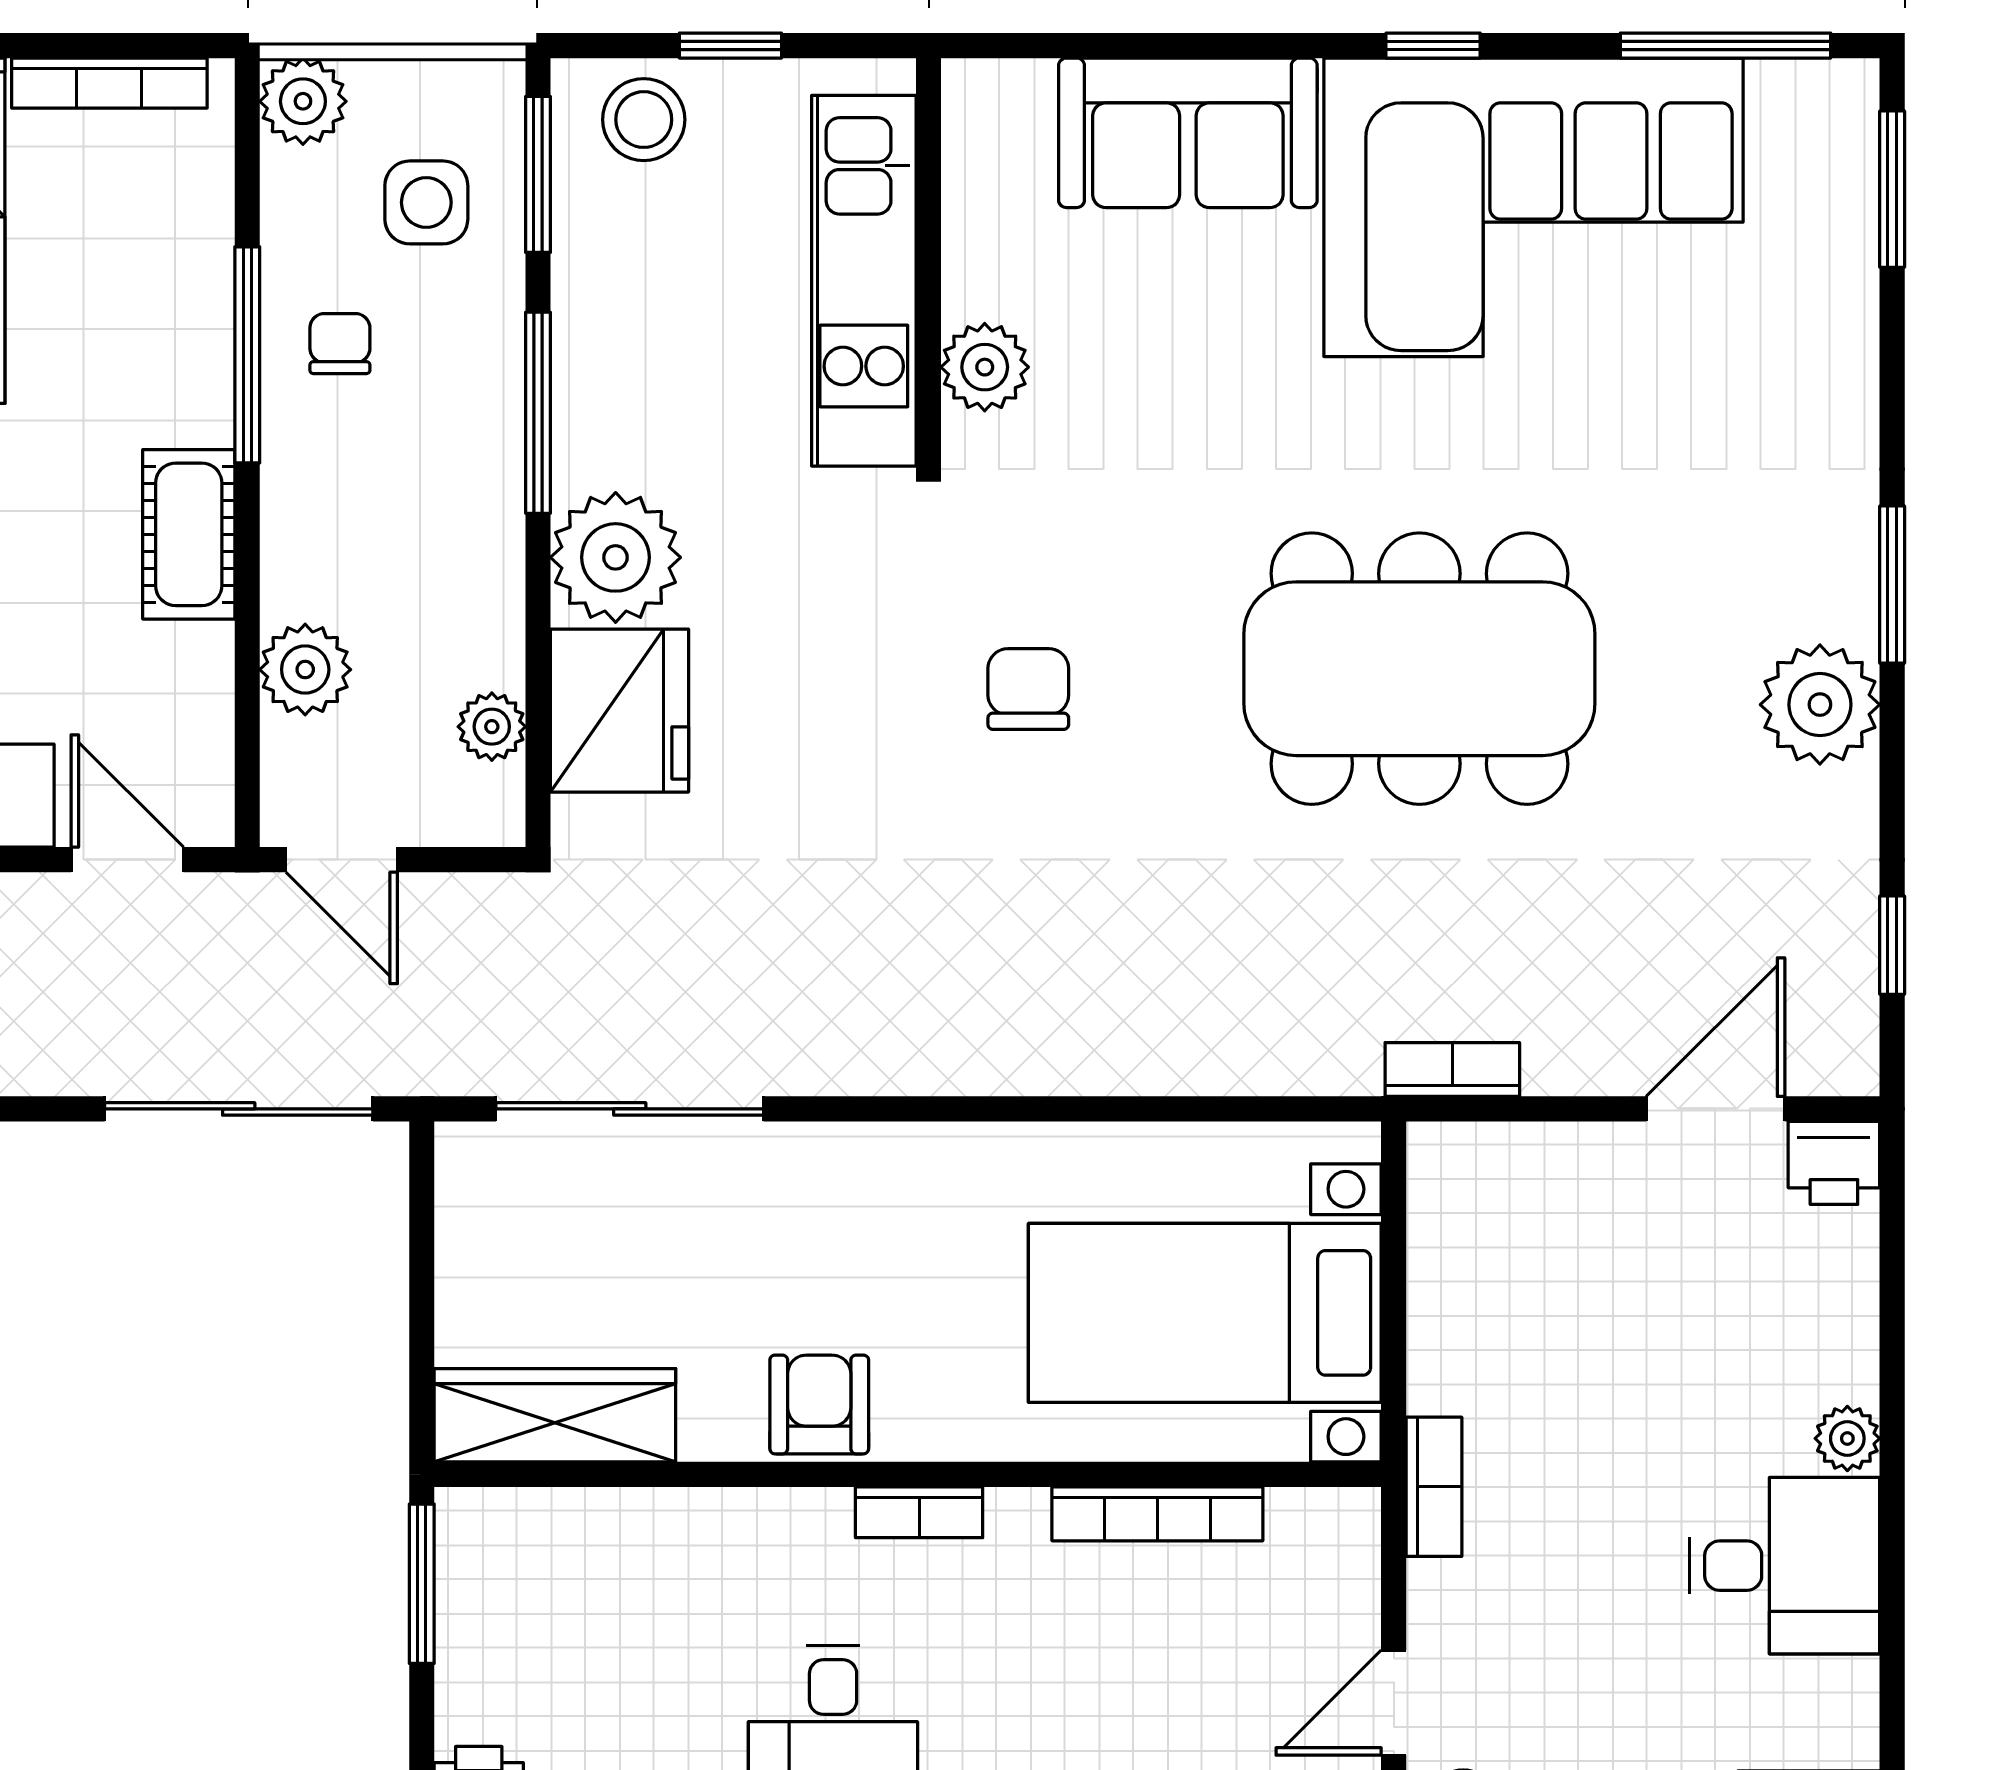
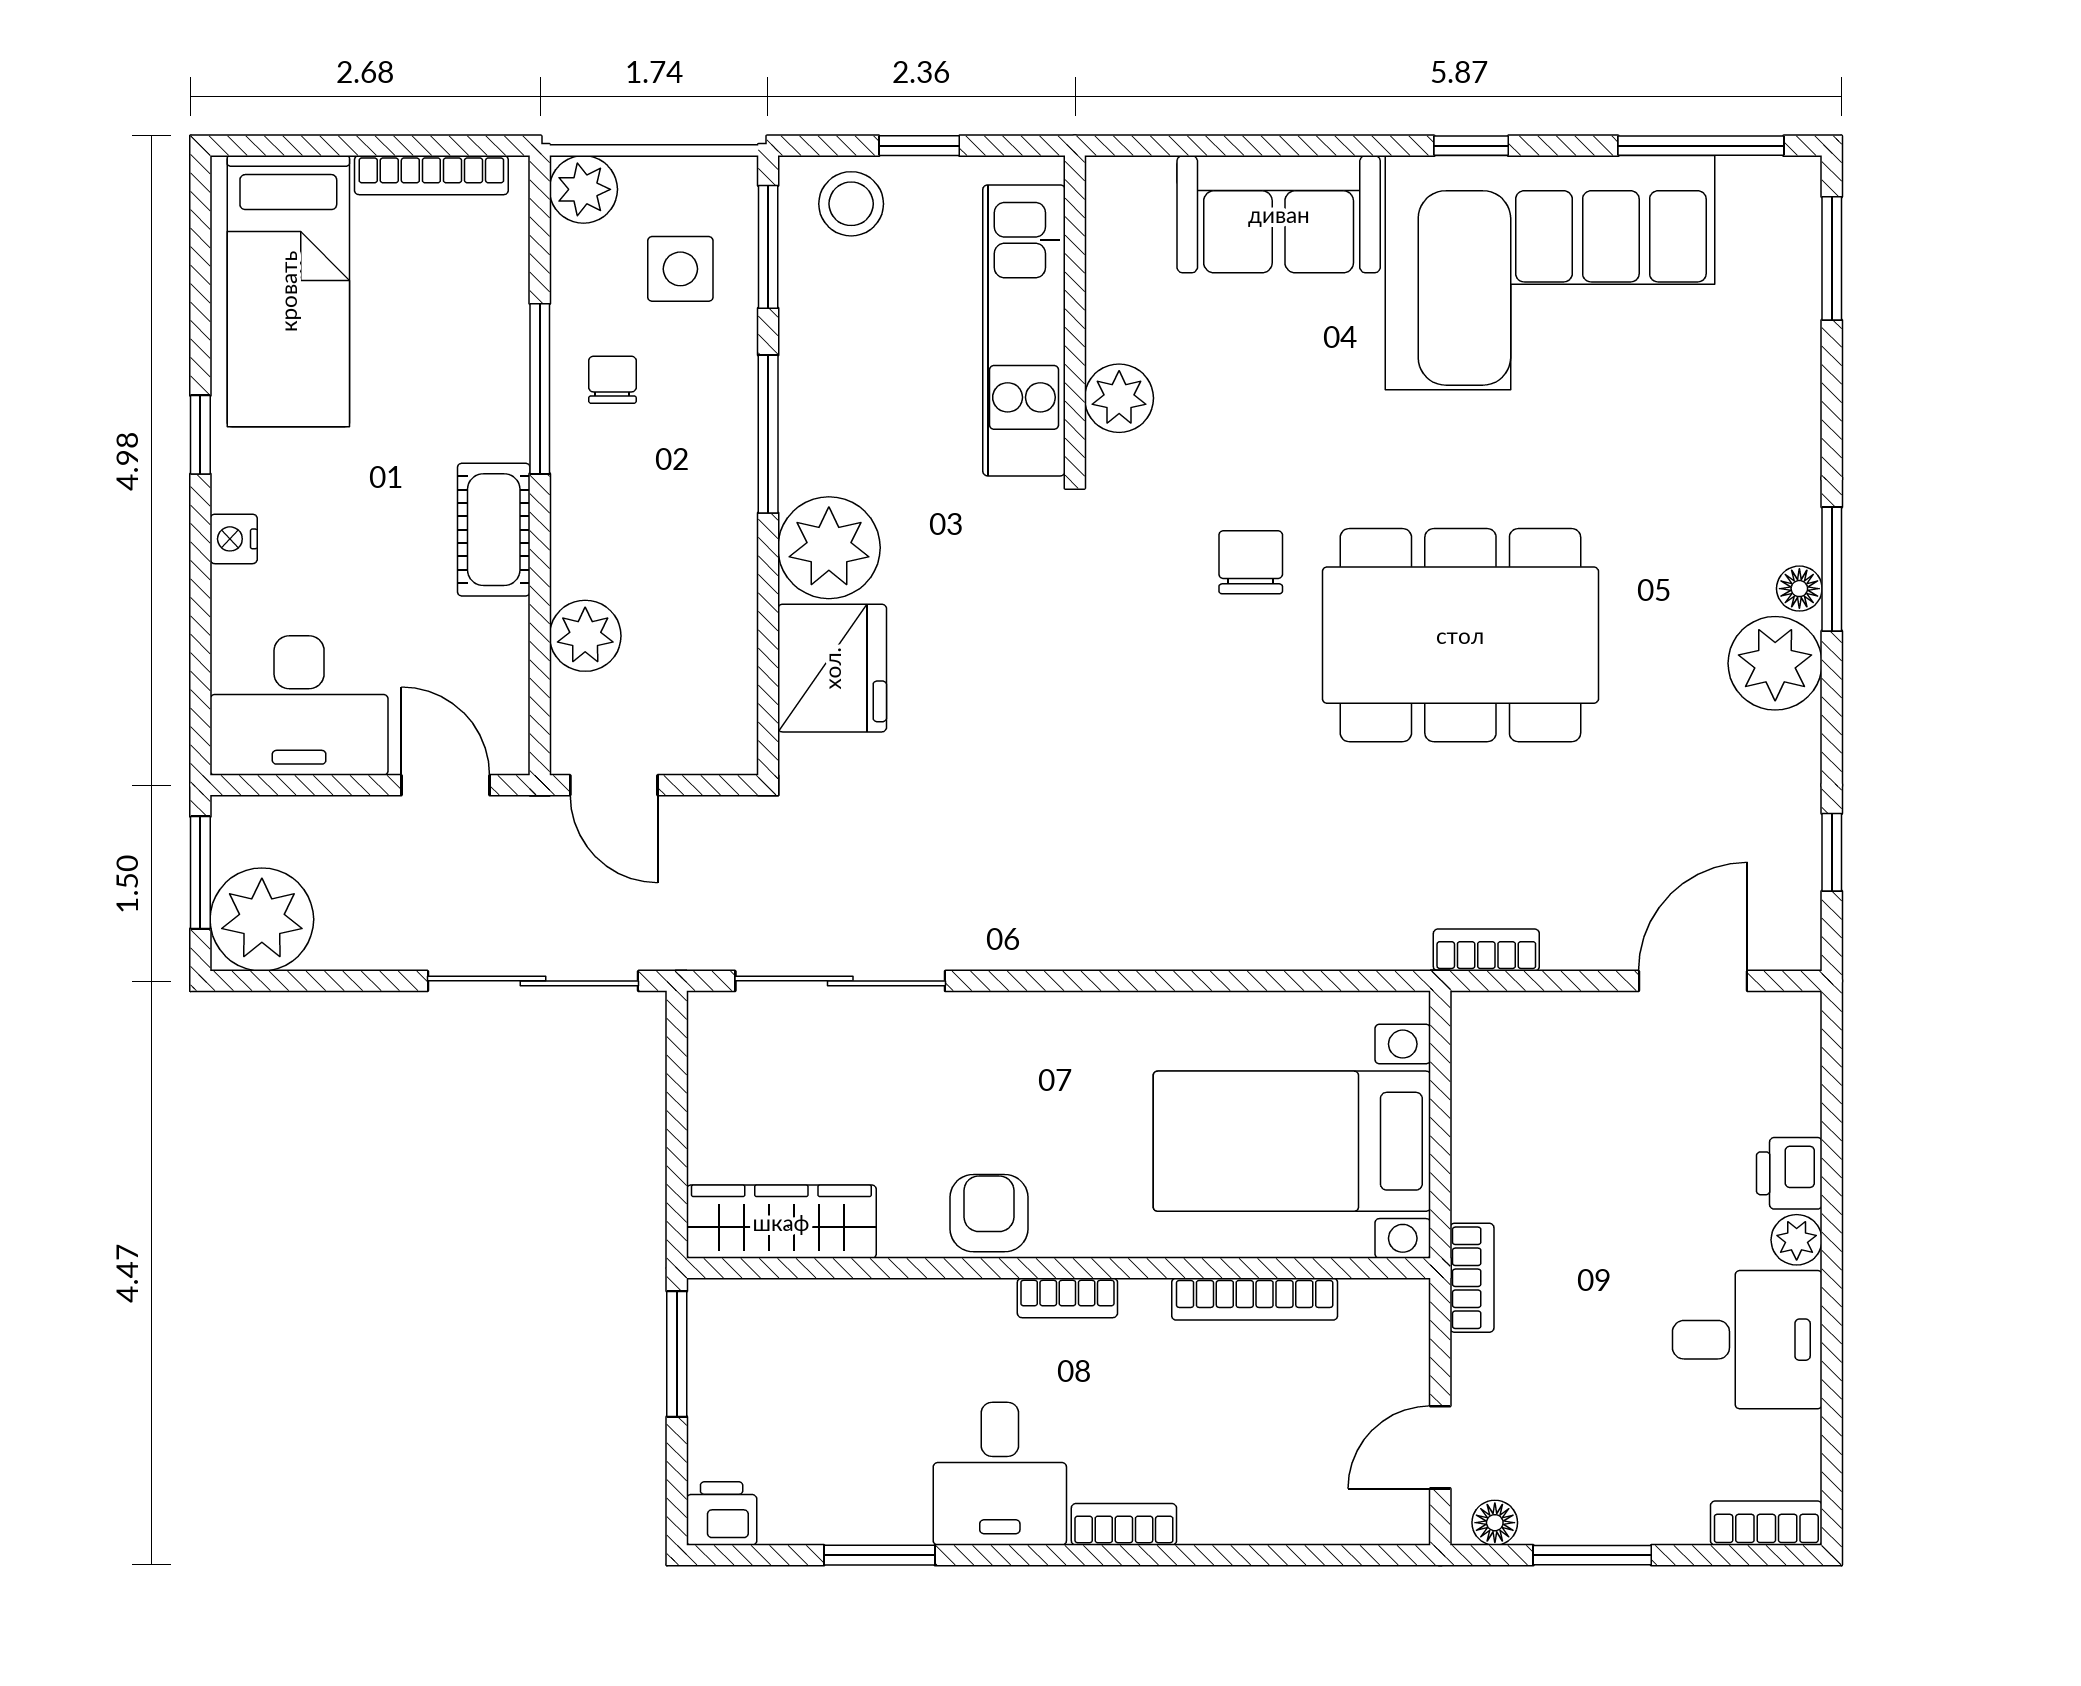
floor lamp: (1851, 609) -> (1799, 589), added
chair: (1028, 689) -> (1251, 562), moved
plant: (492, 727) -> (732, 681), removed
printer: (1834, 1163) -> (1789, 1173), moved, turned 90

